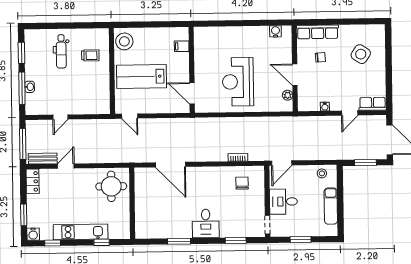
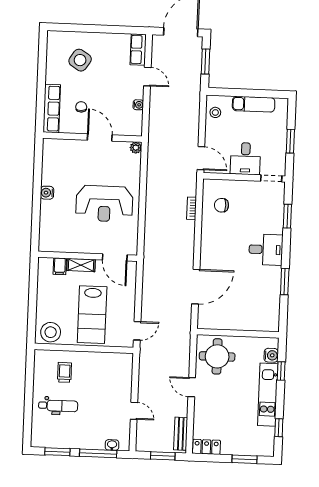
water cooler: (275, 31) -> (47, 193), moved
shelving: (184, 65) -> (81, 265), added
door: (295, 75) -> (100, 137), swing flipped
washbasin: (30, 87) -> (112, 445), moved
door: (192, 93) -> (115, 257), hinge flipped
plant: (288, 95) -> (136, 148), moved
window: (23, 144) -> (163, 456), width x0.69
door: (66, 166) -> (192, 387), moved
water cooler: (33, 234) -> (271, 355), moved

